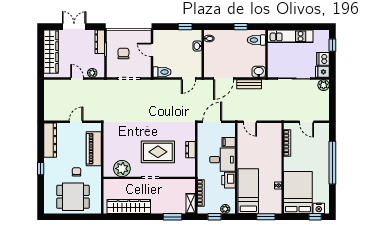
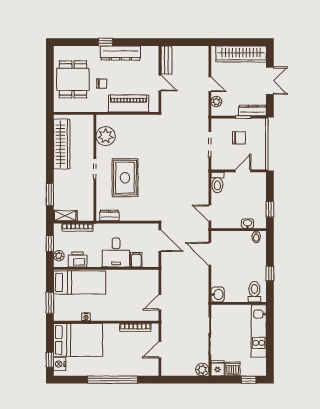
door: (77, 79) -> (210, 84), hinge flipped
bench: (249, 84) -> (166, 60), moved
door: (250, 122) -> (160, 302), moved
dresser: (50, 140) -> (121, 53), moved
dresser: (190, 150) -> (109, 215), moved
printer: (229, 180) -> (78, 260), moved

